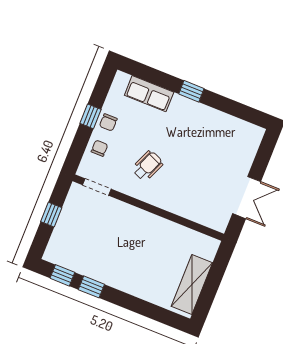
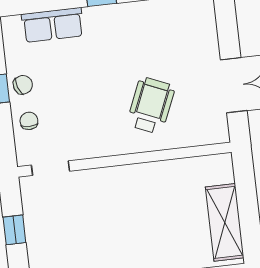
chair: (108, 122) -> (23, 85), turned -109
wheelchair: (147, 166) -> (151, 105), moved, width x1.36, depth x1.37

